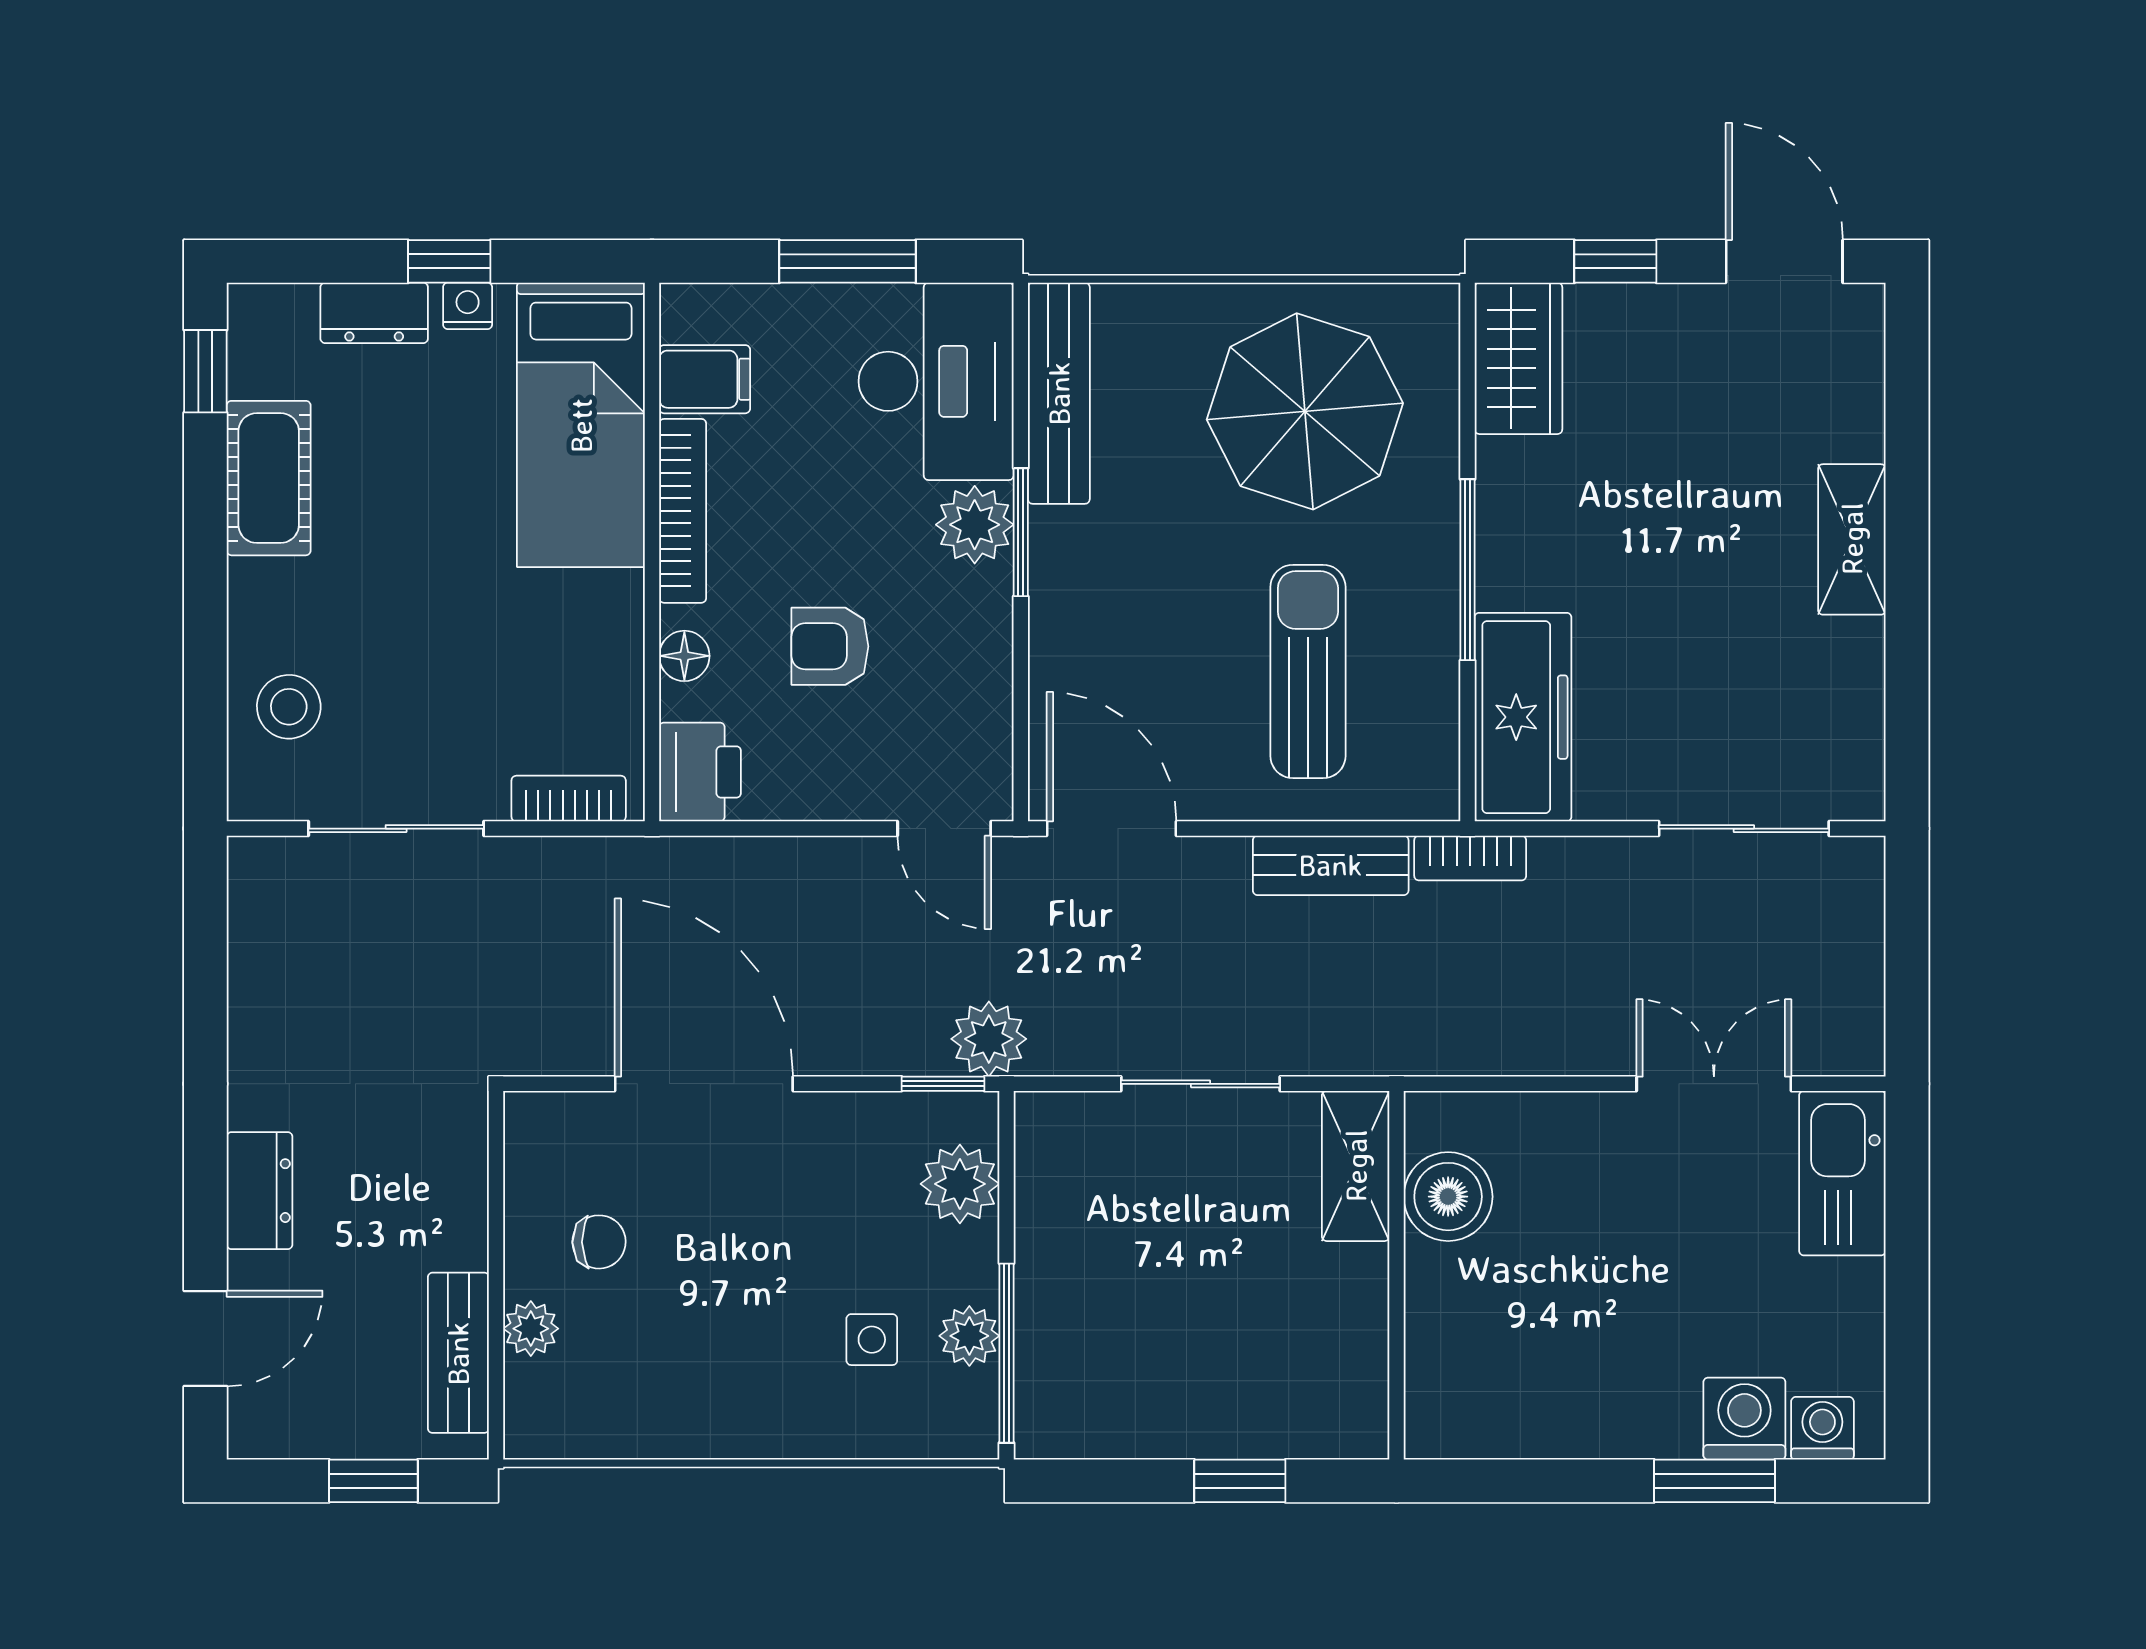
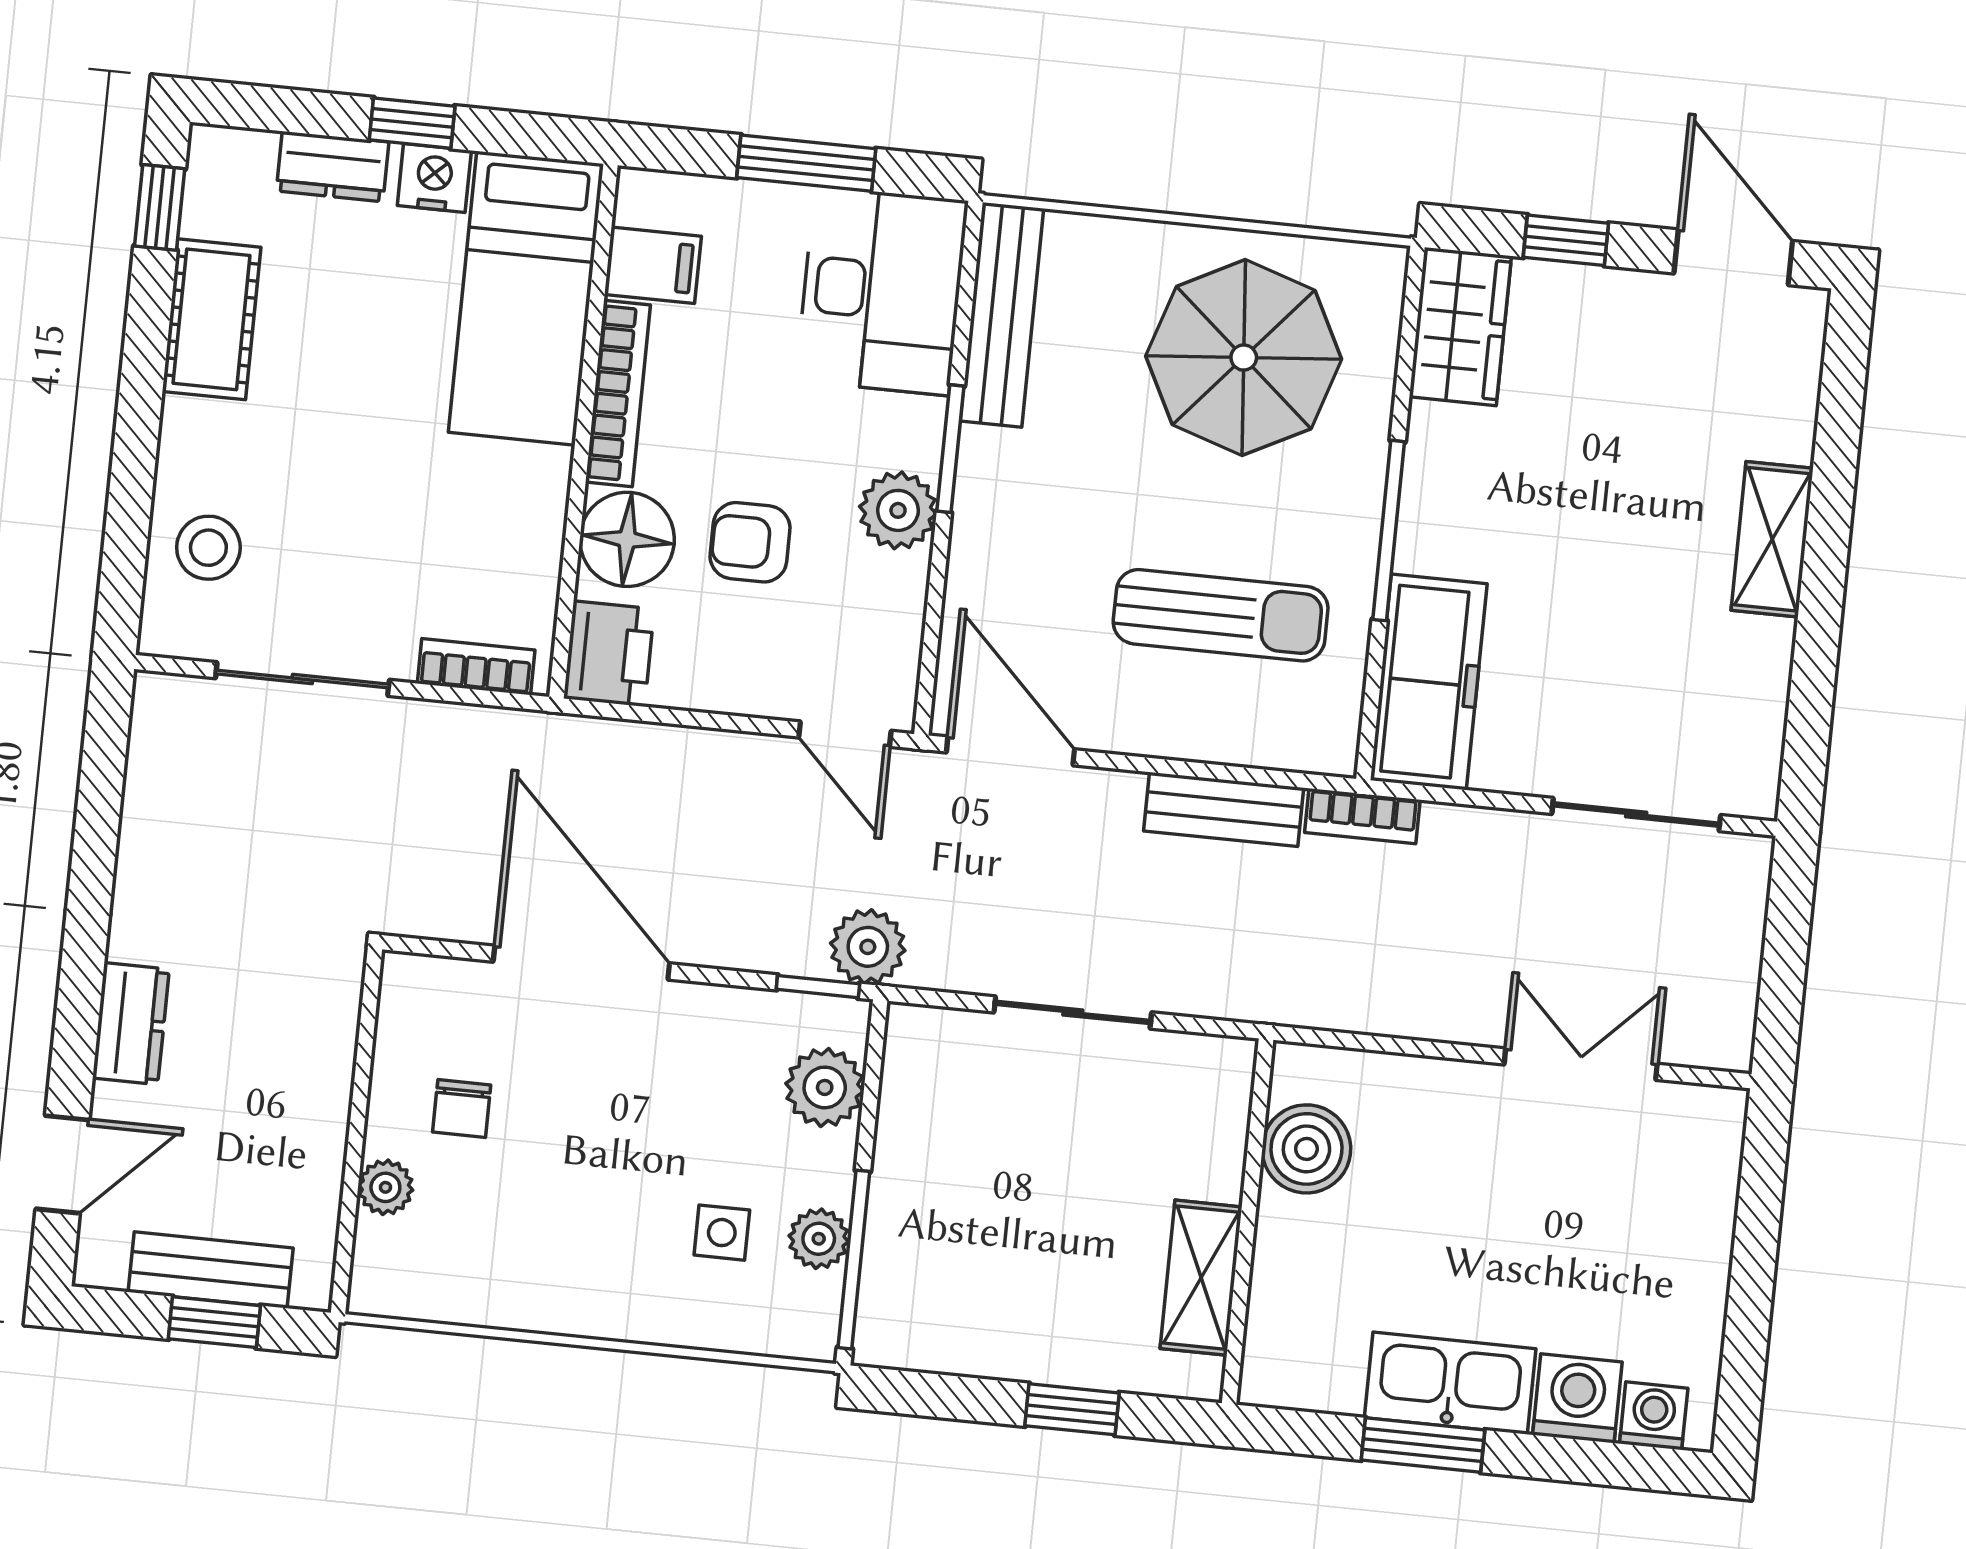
nightstand: (468, 306) -> (434, 178), width x1.39, depth x1.35
plant: (975, 525) -> (898, 510), moved
floor lamp: (684, 656) -> (627, 539), width x1.89, depth x1.89
sun lounger: (1308, 671) -> (1221, 615), turned 90
shelving: (1356, 1166) -> (1201, 1278), moved
kitchen sink: (1842, 1173) -> (1450, 1383), moved, turned 90
chair: (599, 1242) -> (462, 1108), turned 91
bench: (458, 1353) -> (211, 1270), moved, turned 90
window: (1714, 1481) -> (1423, 1445), moved

